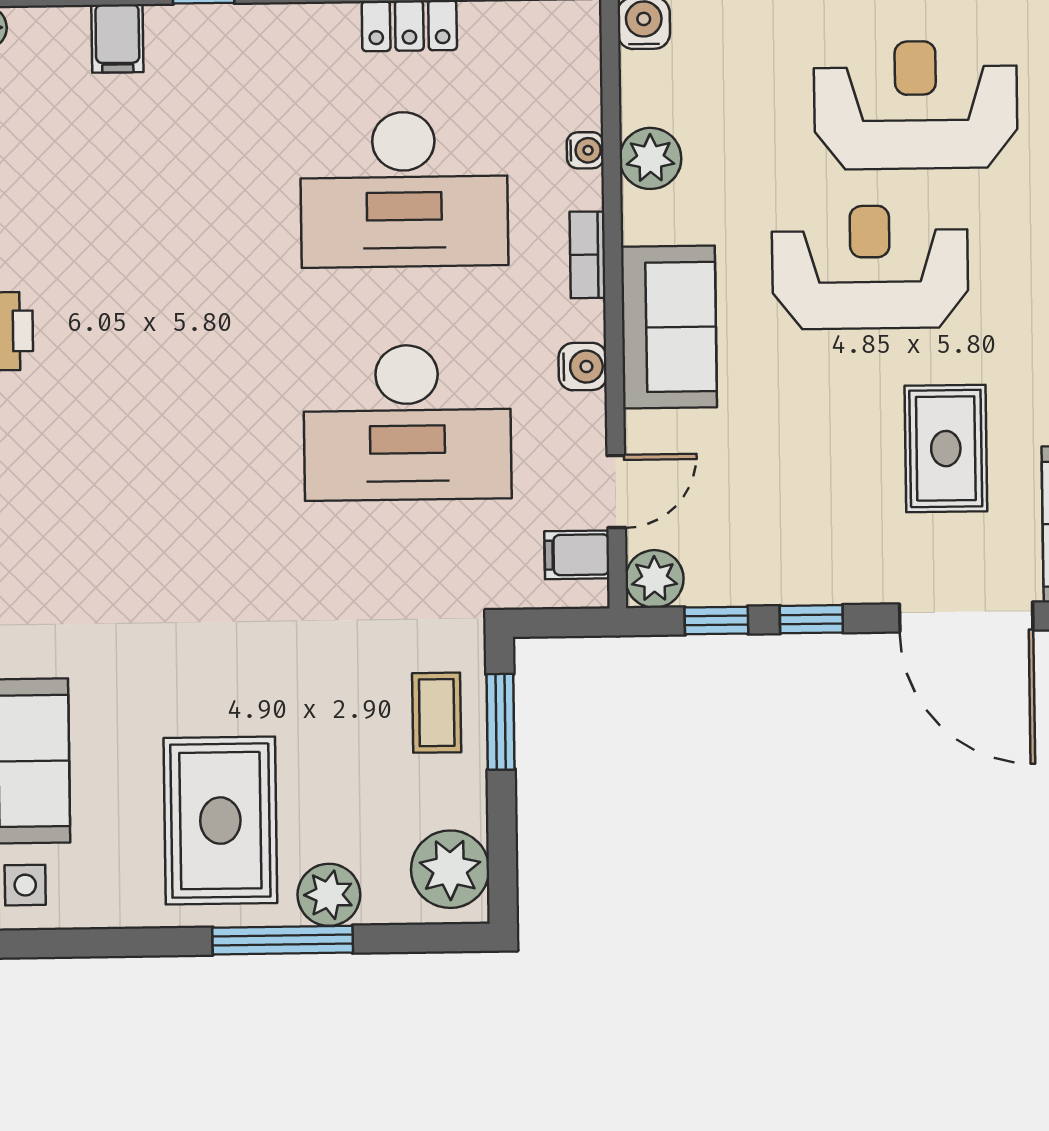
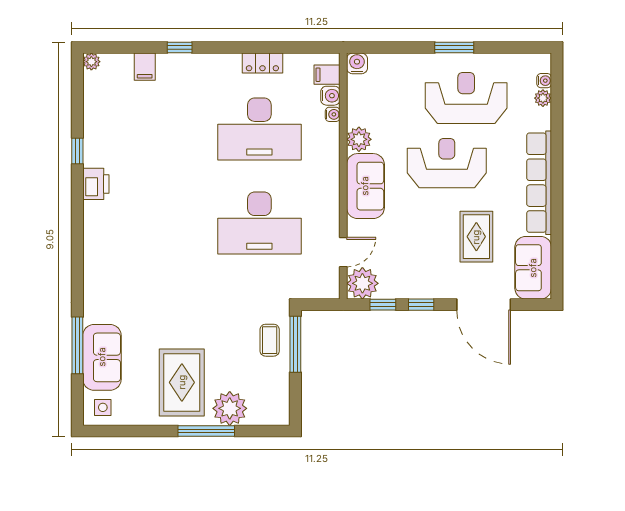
plant: (650, 158) -> (359, 139), moved
bookcase: (587, 255) -> (333, 156), removed
water cooler: (583, 367) -> (330, 96), moved
filing cabinet: (577, 555) -> (327, 75), moved
plant: (655, 579) -> (362, 283), width x1.36, depth x1.36
window: (500, 722) -> (295, 344), width x1.44
plant: (450, 869) -> (274, 403), removed
plant: (329, 895) -> (230, 408), width x1.36, depth x1.36

